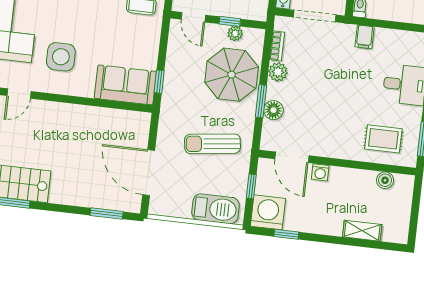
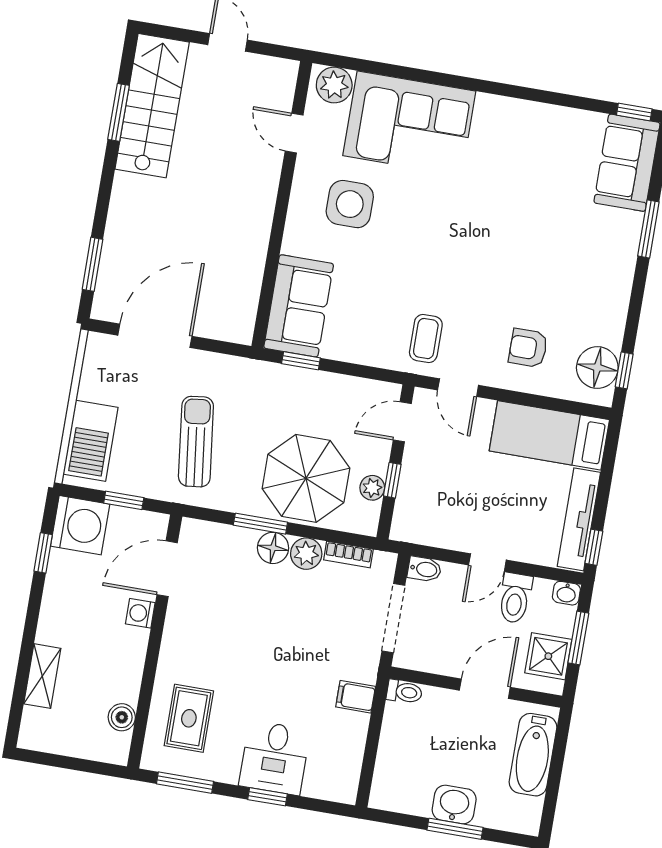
floor lamp: (273, 110) -> (273, 548), moved

